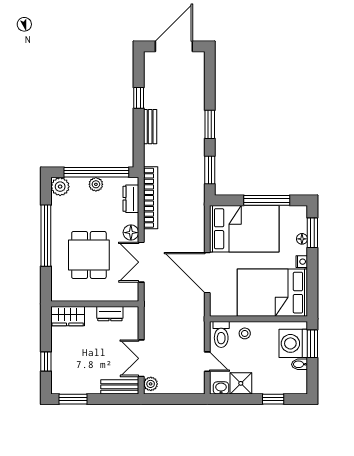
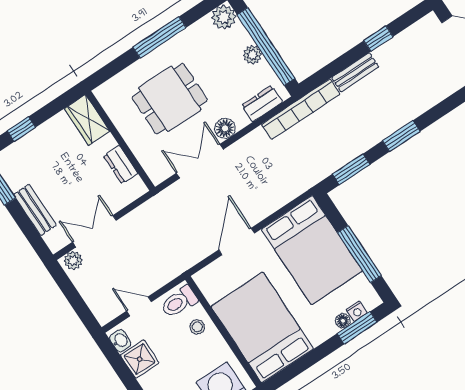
bookcase: (151, 198) -> (301, 109), moved
window: (46, 236) -> (159, 37), width x0.68
nightstand: (302, 262) -> (357, 311), moved
door: (207, 273) -> (237, 241), width x0.73
door: (207, 362) -> (139, 306), swing flipped
bench: (120, 387) -> (35, 210), moved

